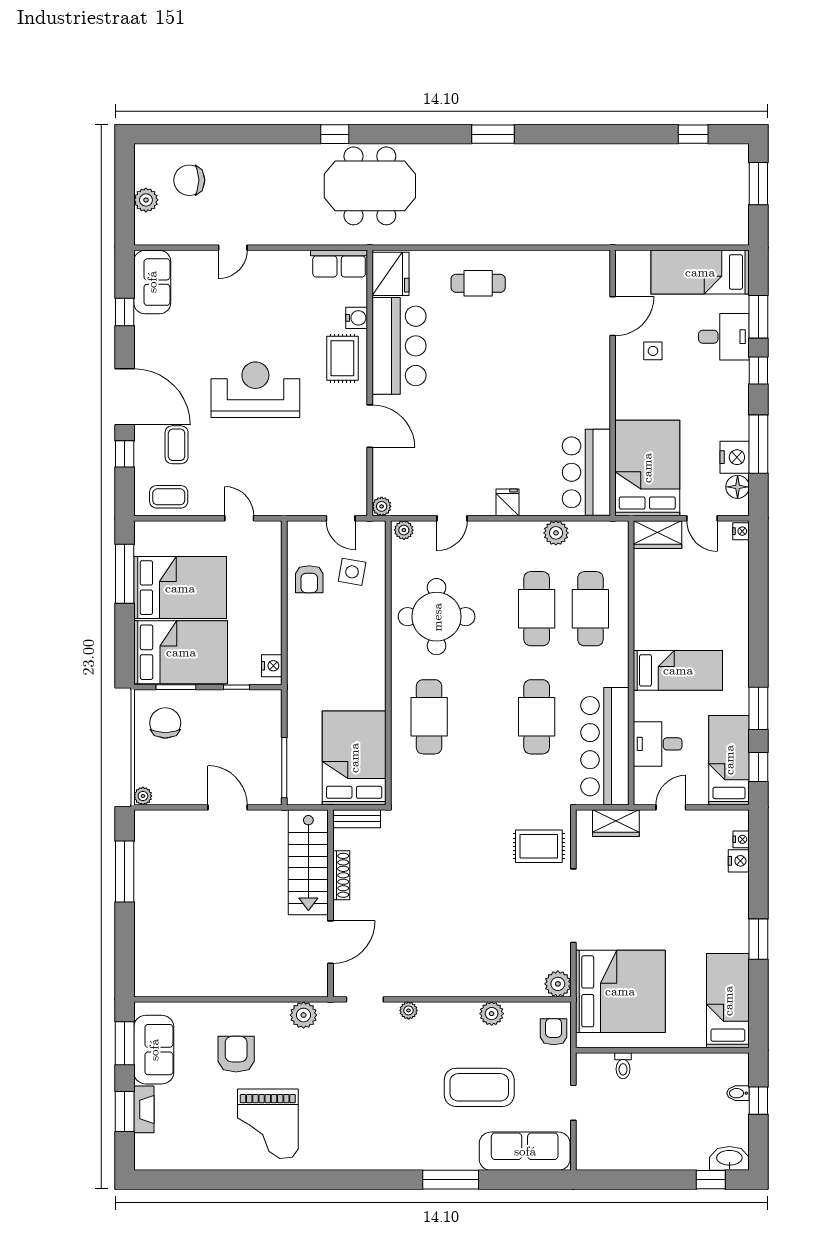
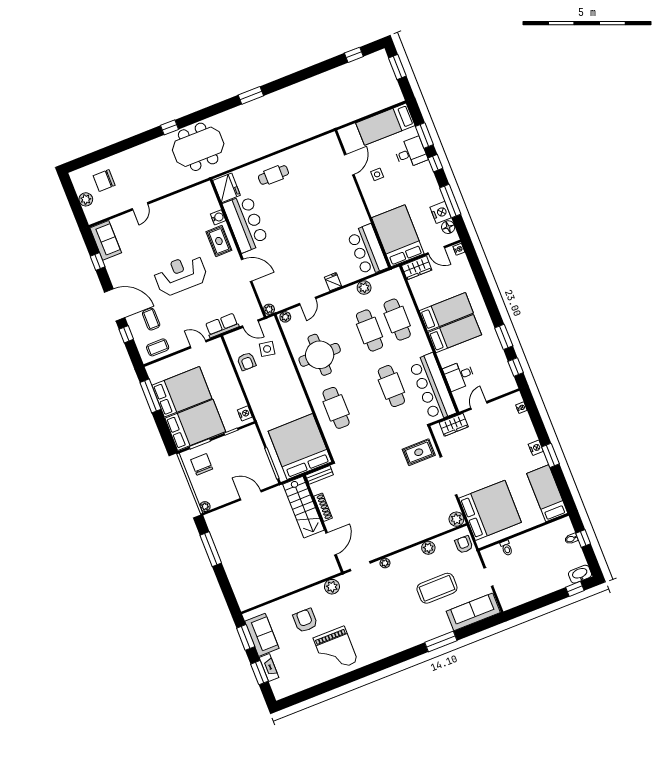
row of seats: (339, 263) -> (222, 325), moved, turned 180
bed: (354, 758) -> (300, 447), width x1.36
bed: (729, 760) -> (446, 312), moved, turned 90
nightstand: (739, 861) -> (536, 448), moved

